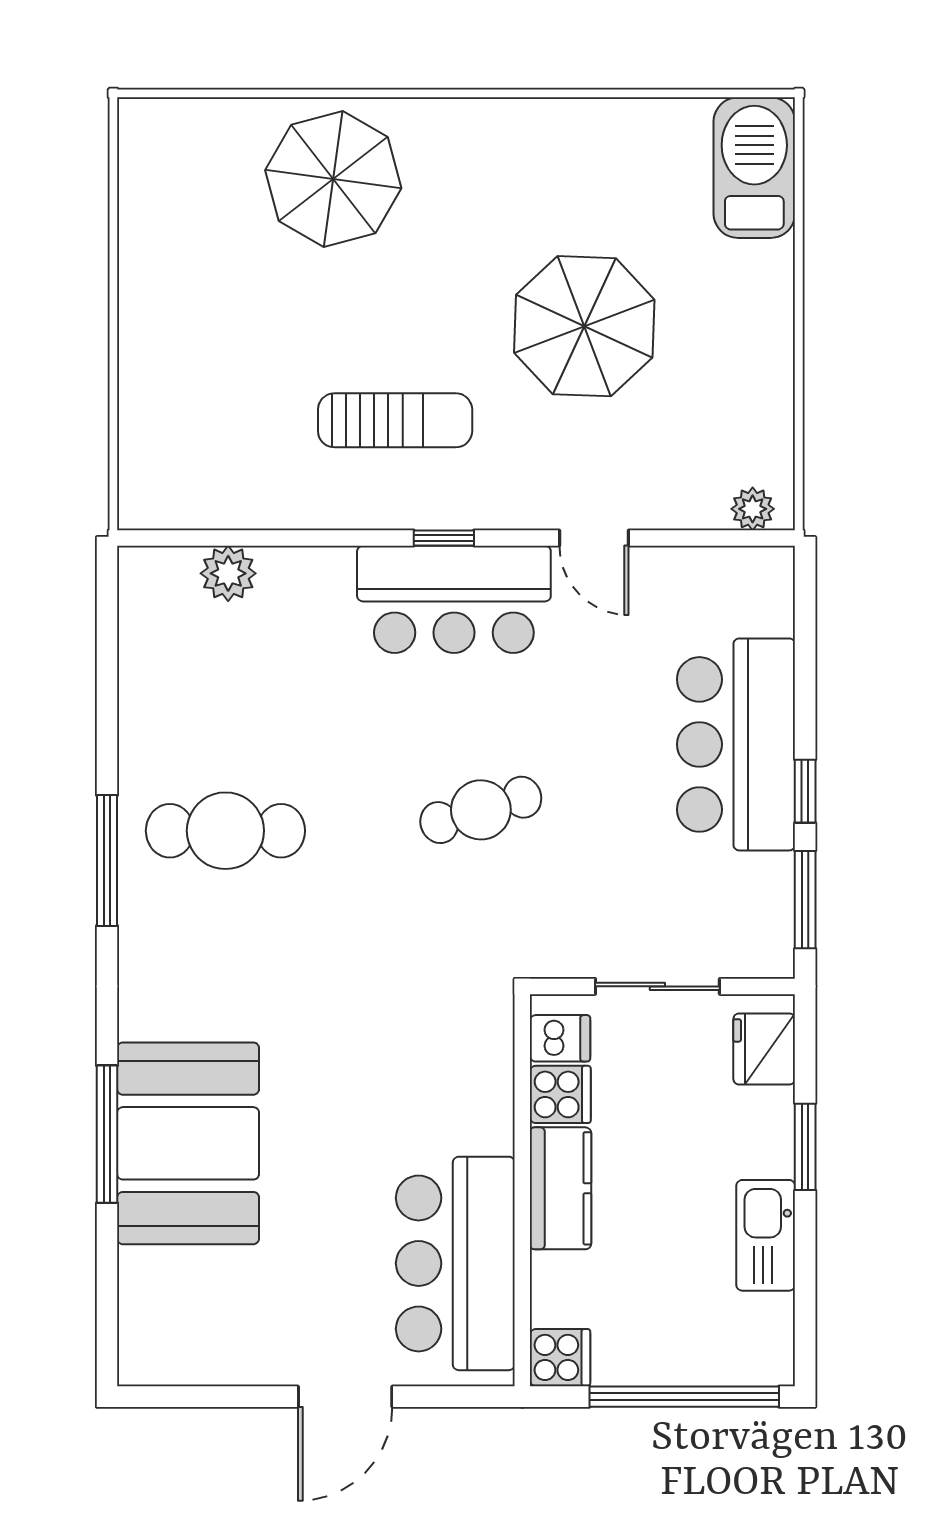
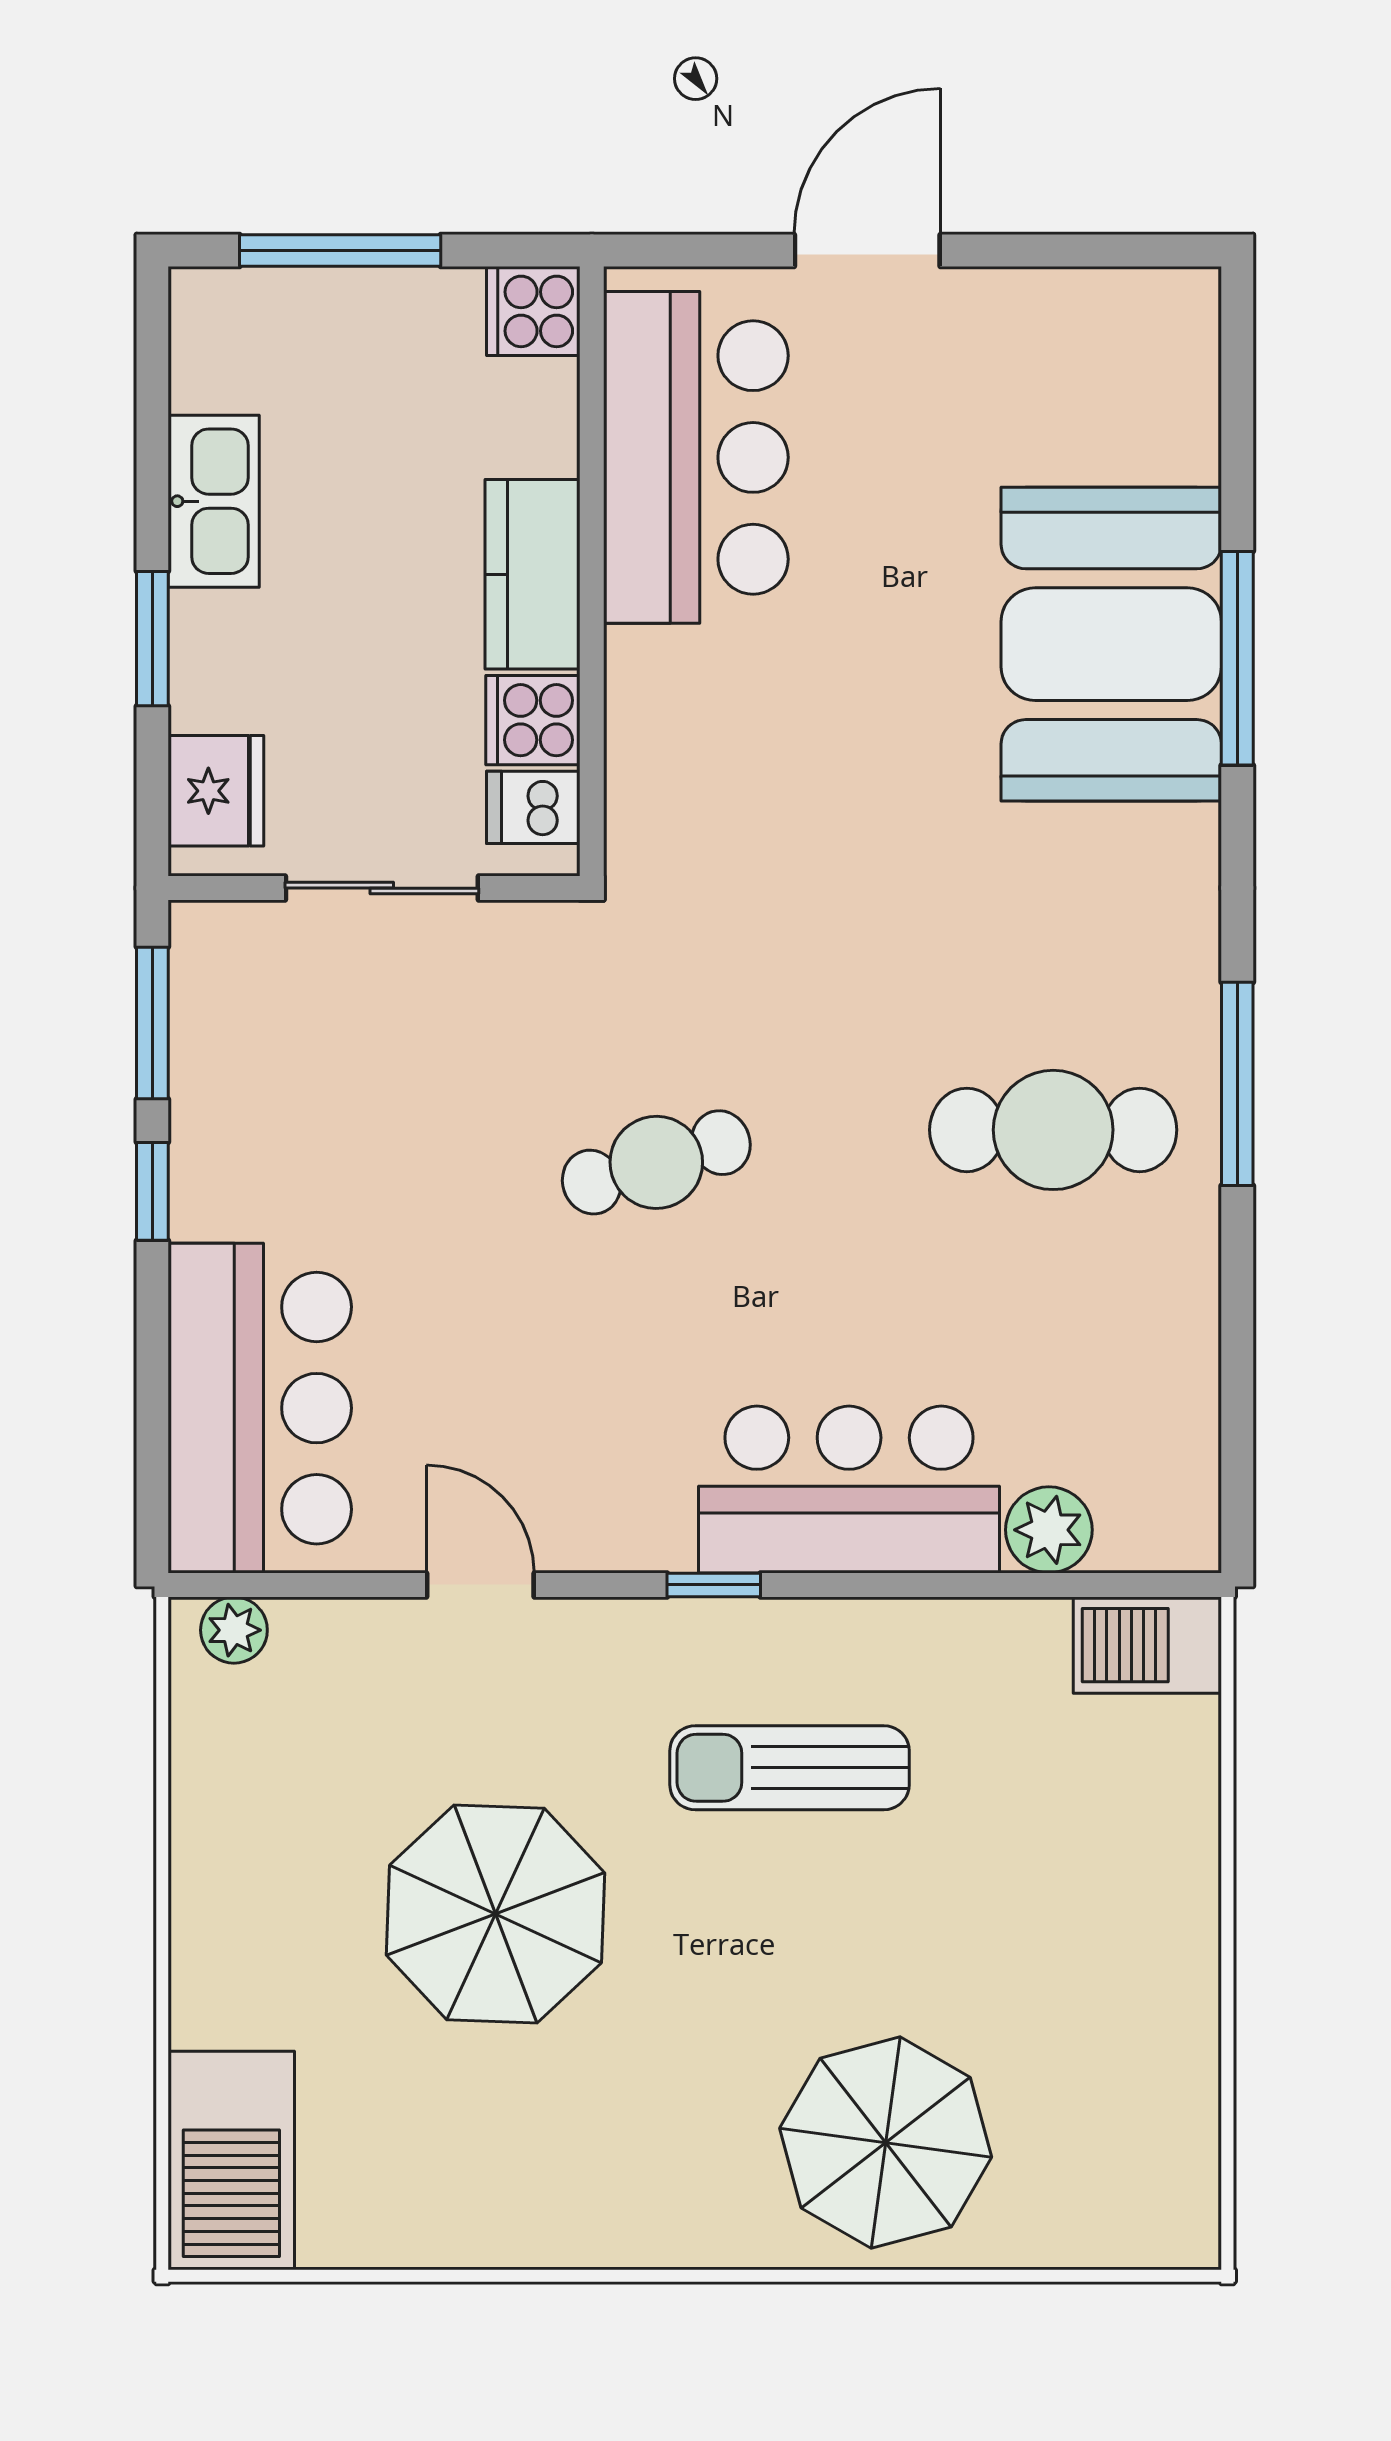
barbecue: (165, 499) -> (1147, 1645), added
bar counter: (454, 599) -> (849, 1489), moved
bar counter: (736, 744) -> (260, 1408), moved
window: (684, 1397) -> (340, 251), width x0.68

